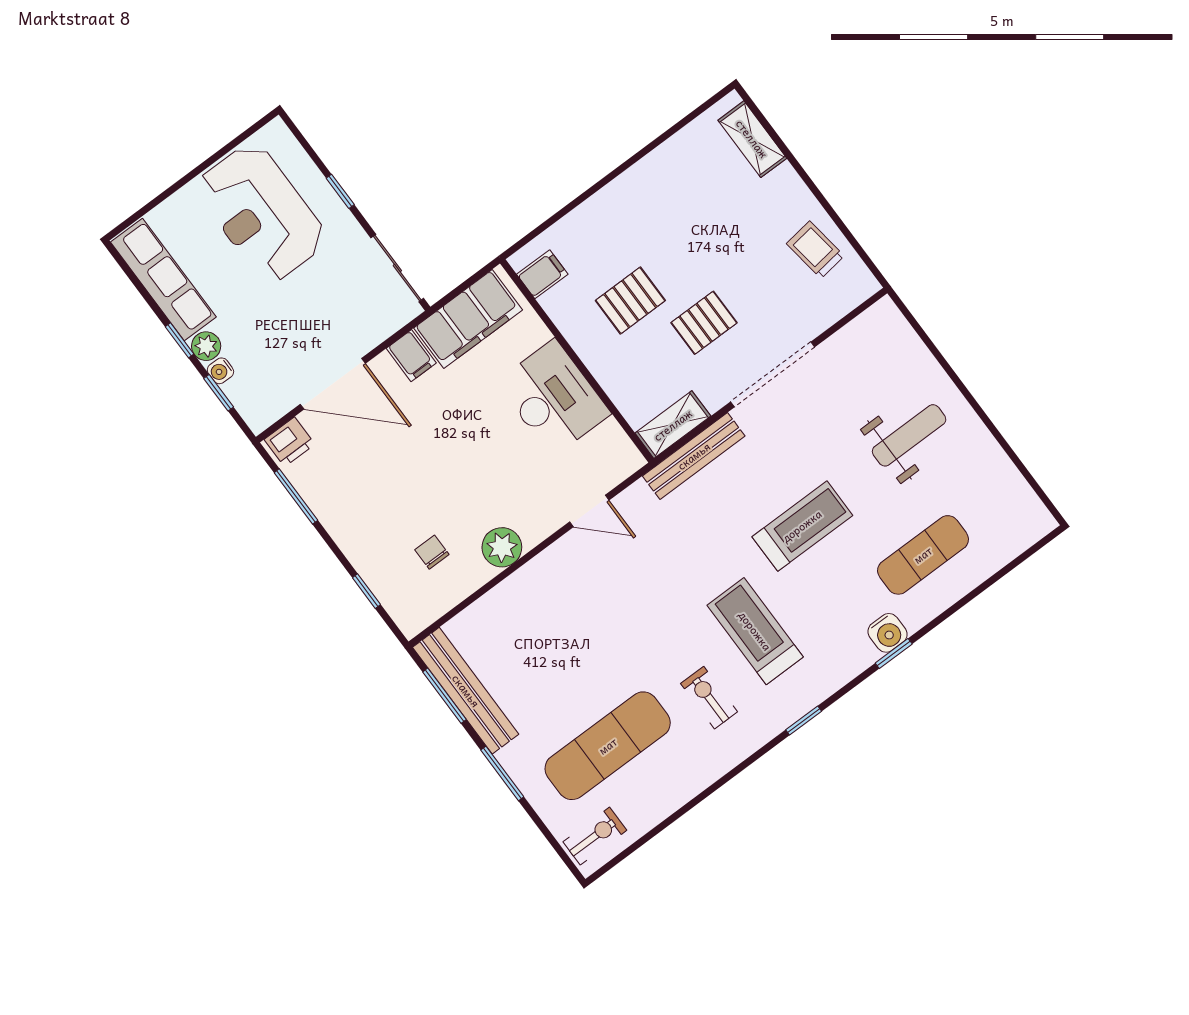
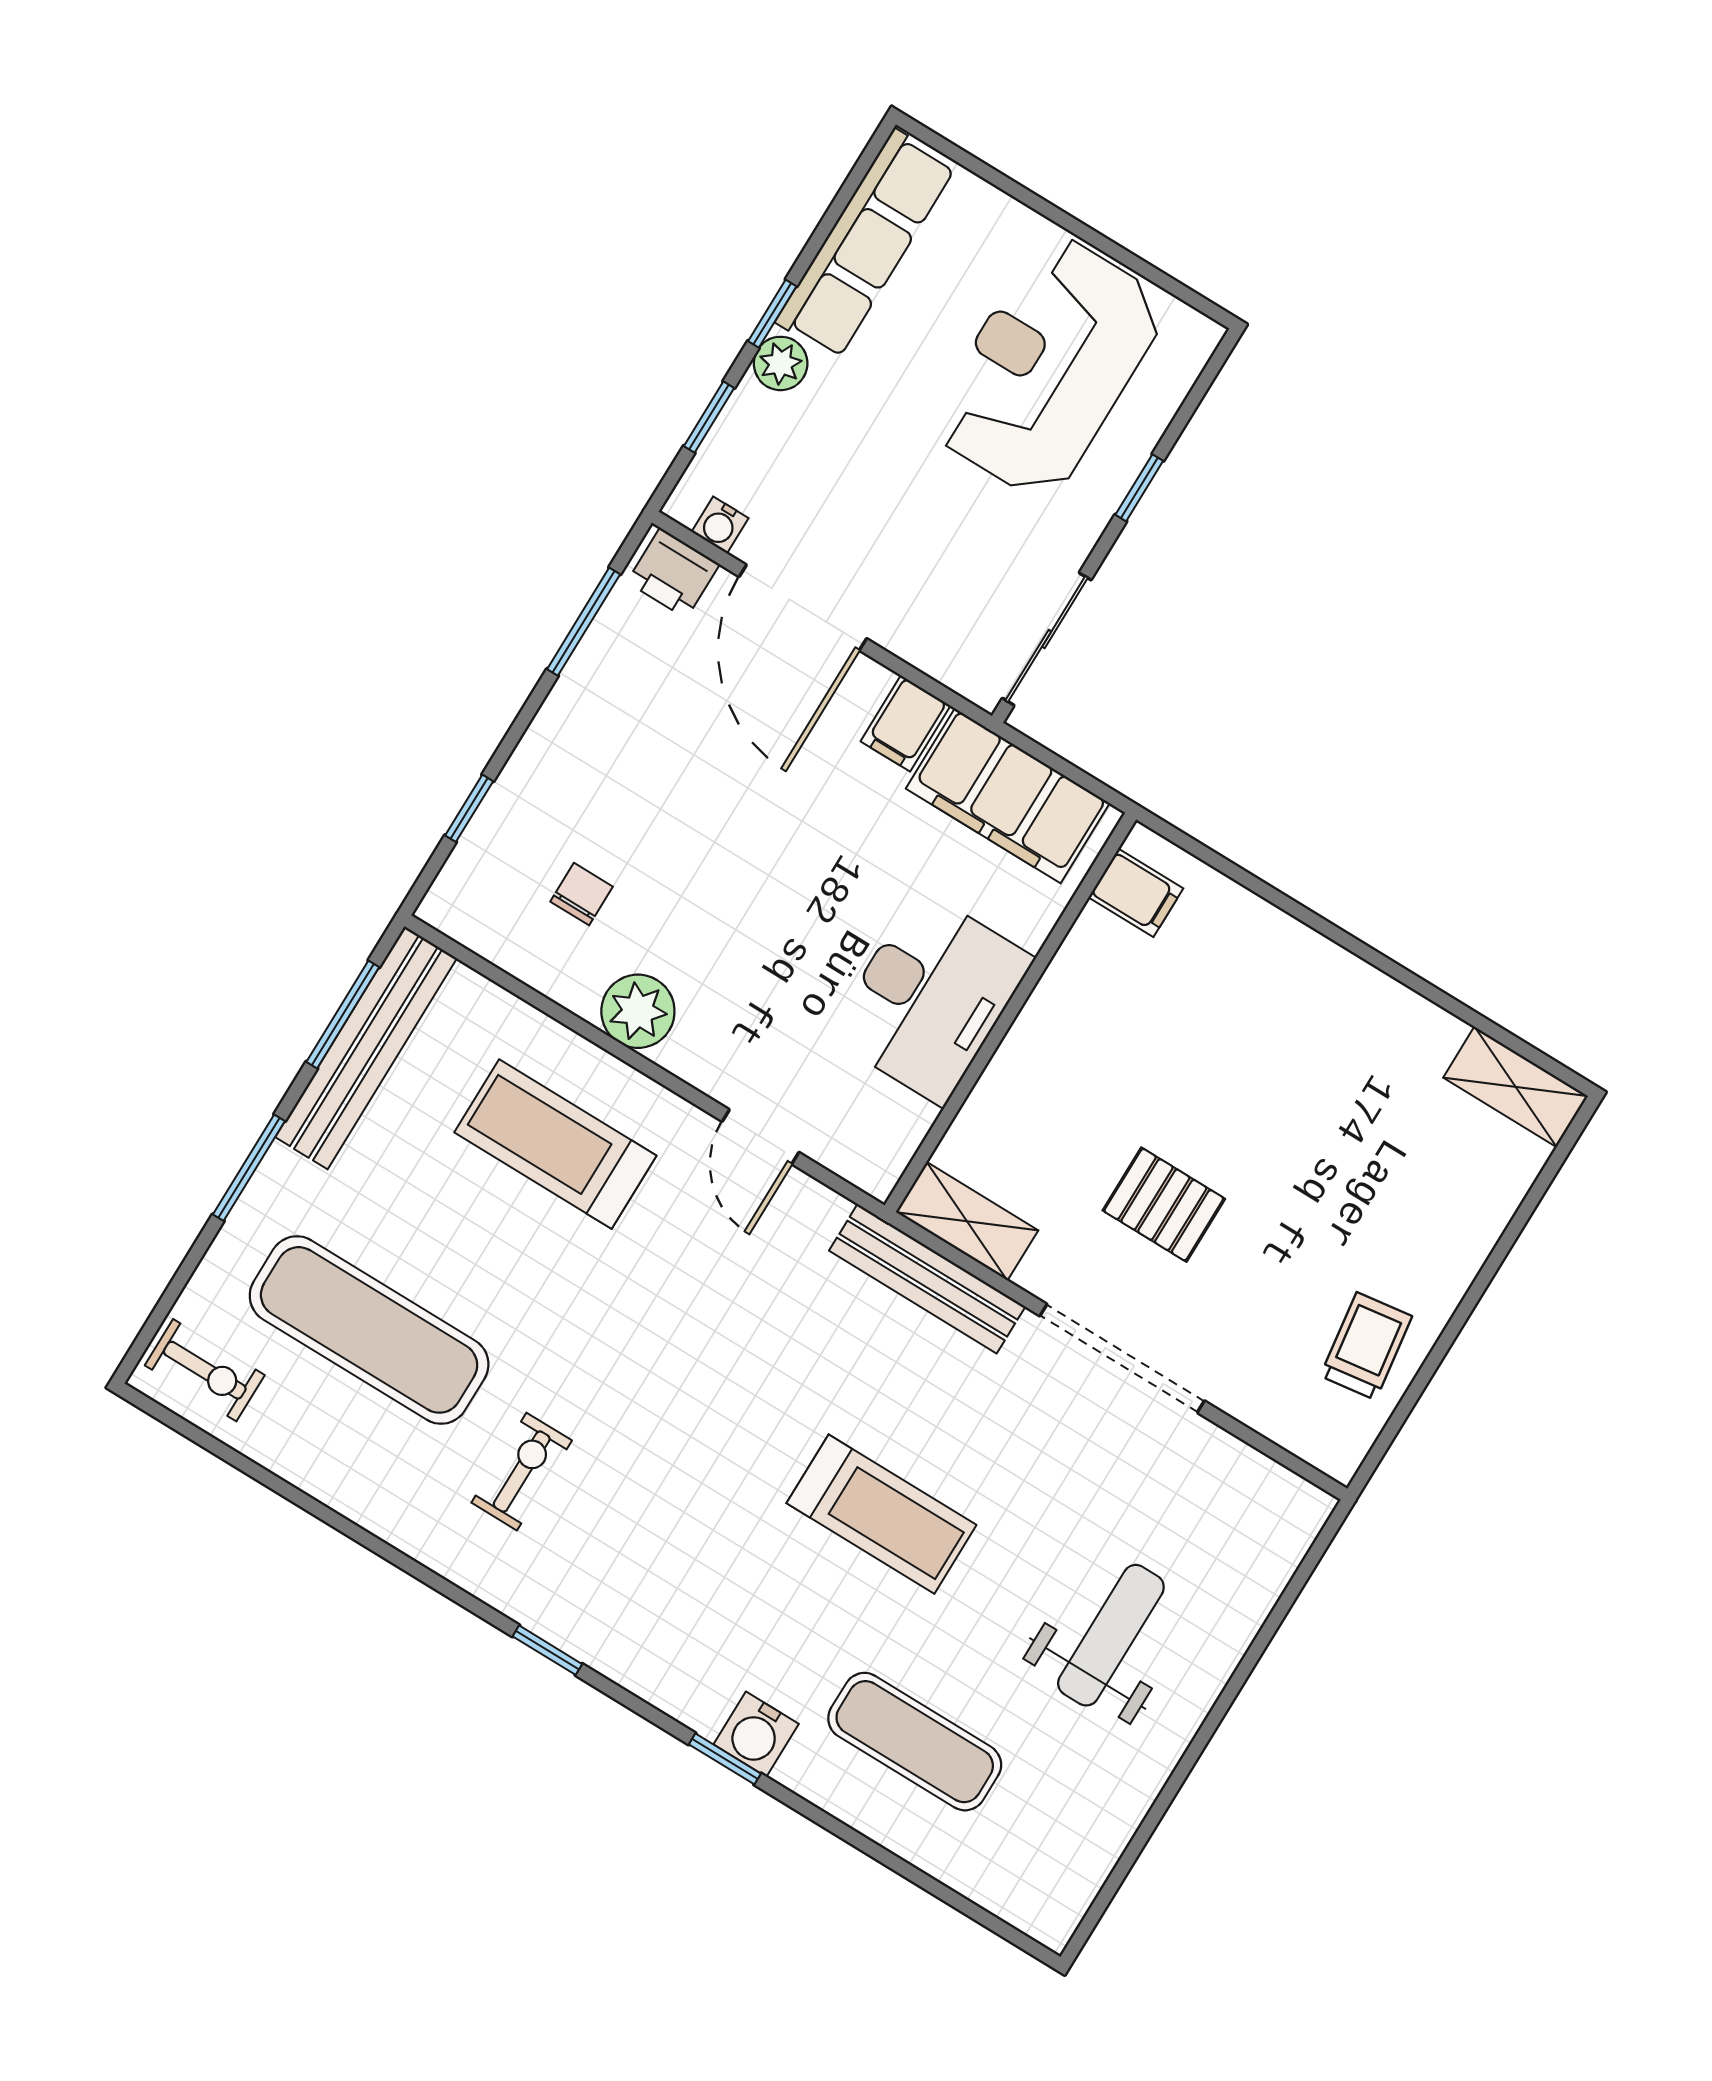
shelving: (752, 139) -> (1516, 1087), moved, turned 90
pallet: (630, 301) -> (1151, 1063), removed
water cooler: (220, 371) -> (720, 525), moved, turned -90
weight bench: (909, 435) -> (1111, 1635), turned -90
treadmill: (755, 631) -> (555, 1144), moved, turned -90

